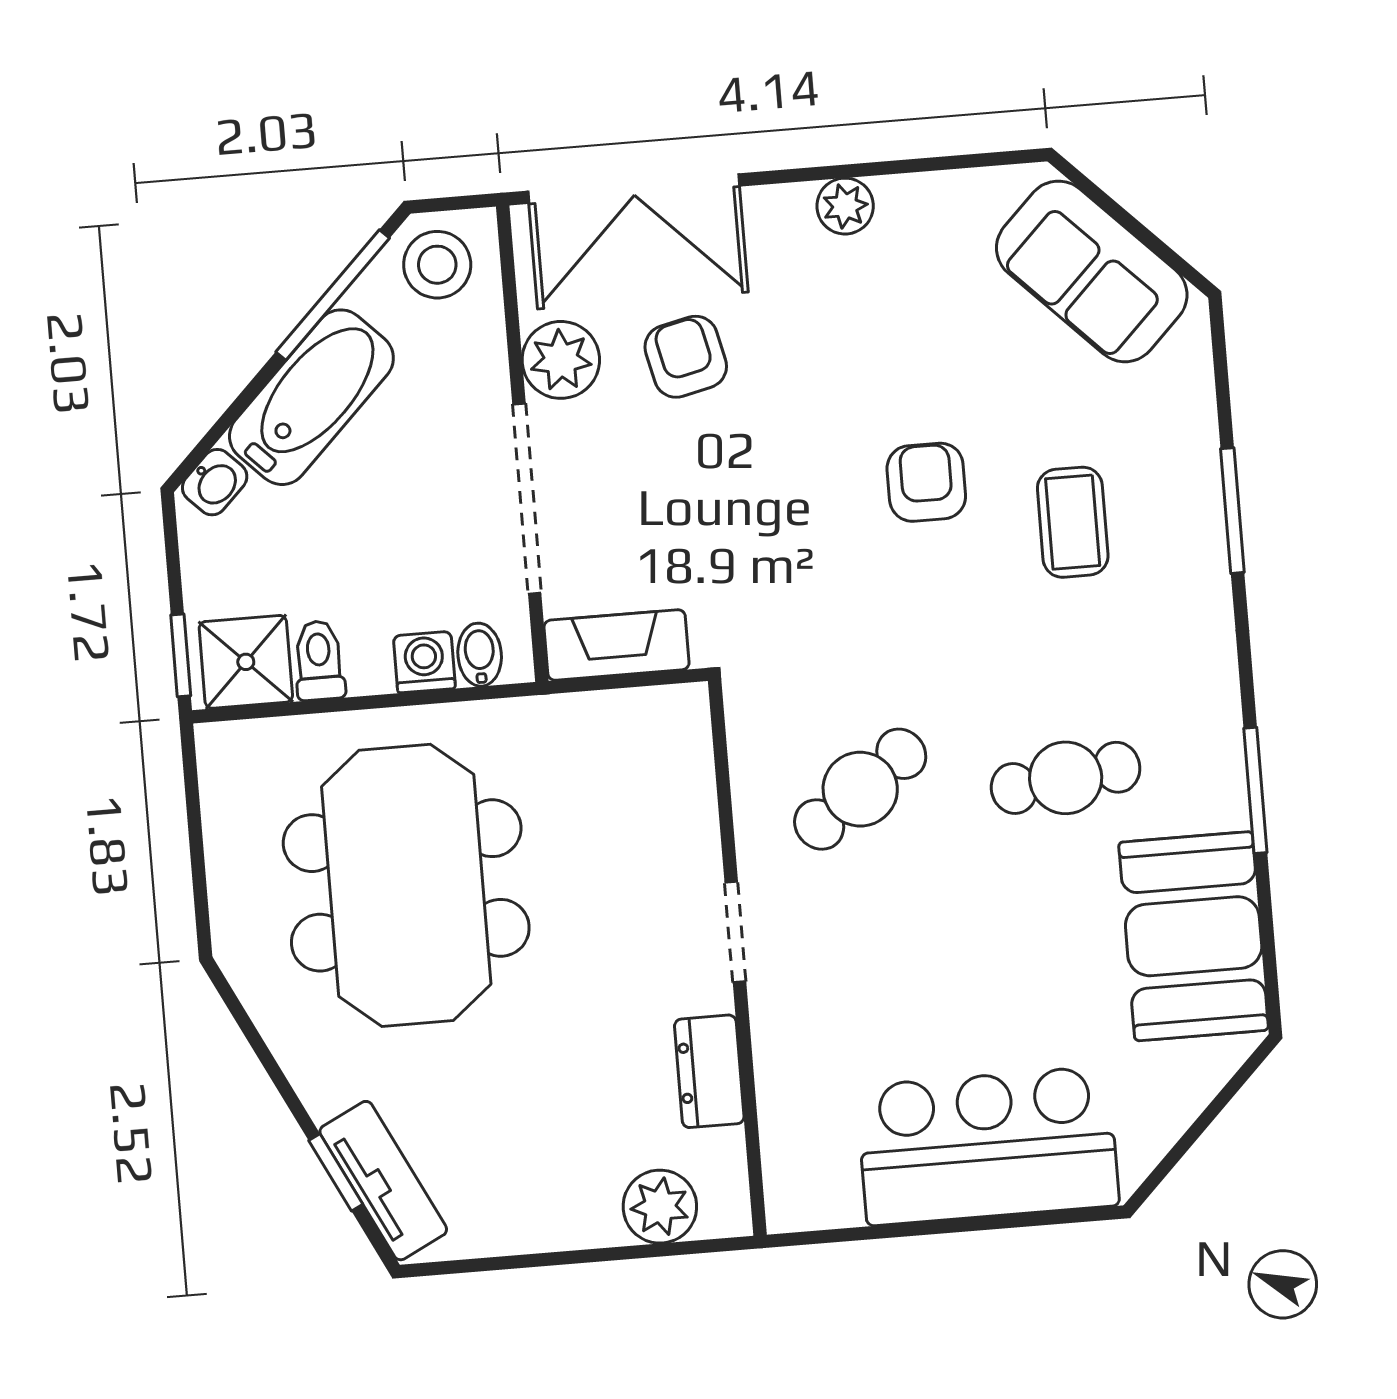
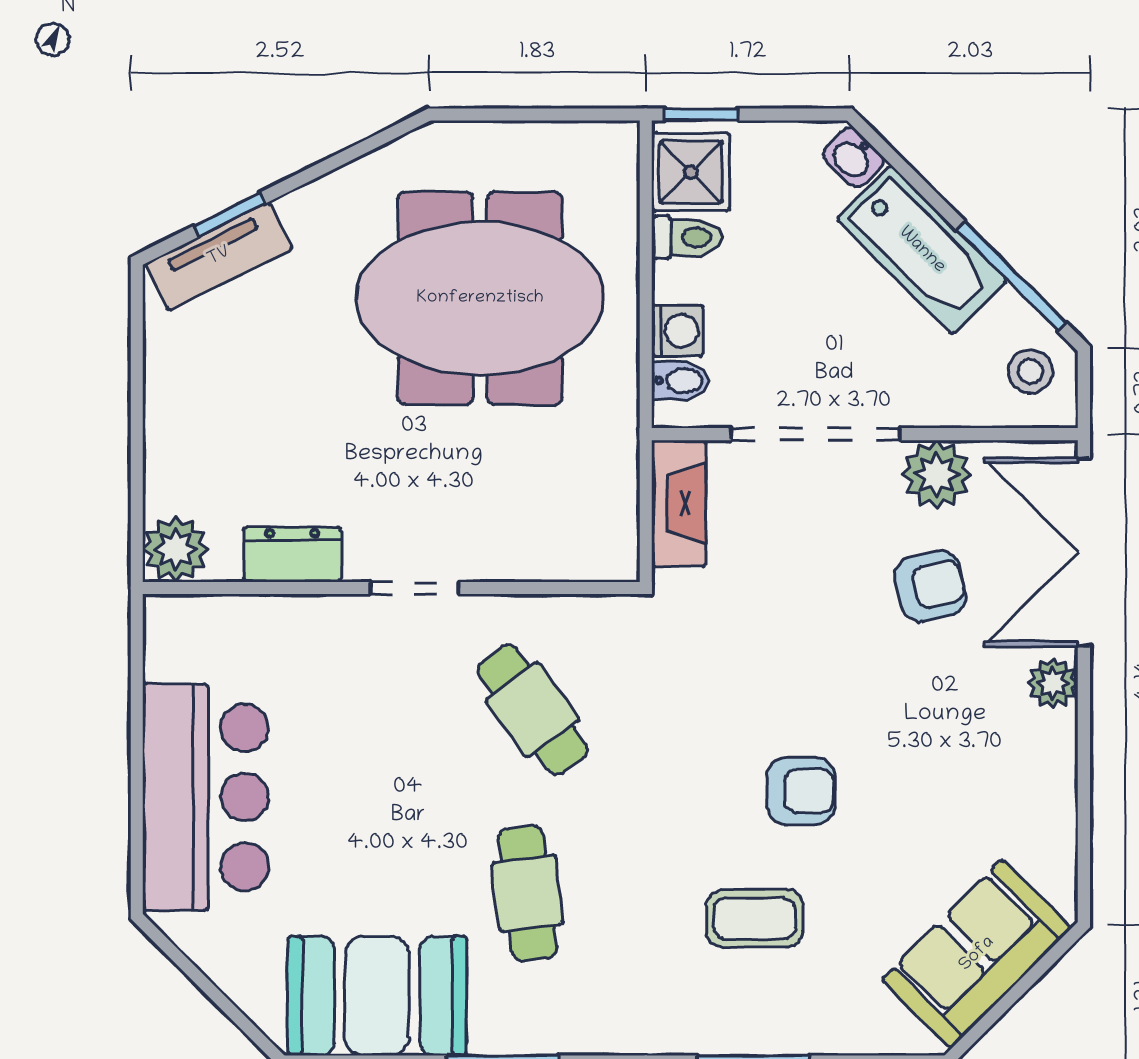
plant: (845, 206) -> (1053, 683), moved
stool: (437, 265) -> (1030, 371), width x0.73, depth x0.73
plant: (660, 1207) -> (175, 549), moved

